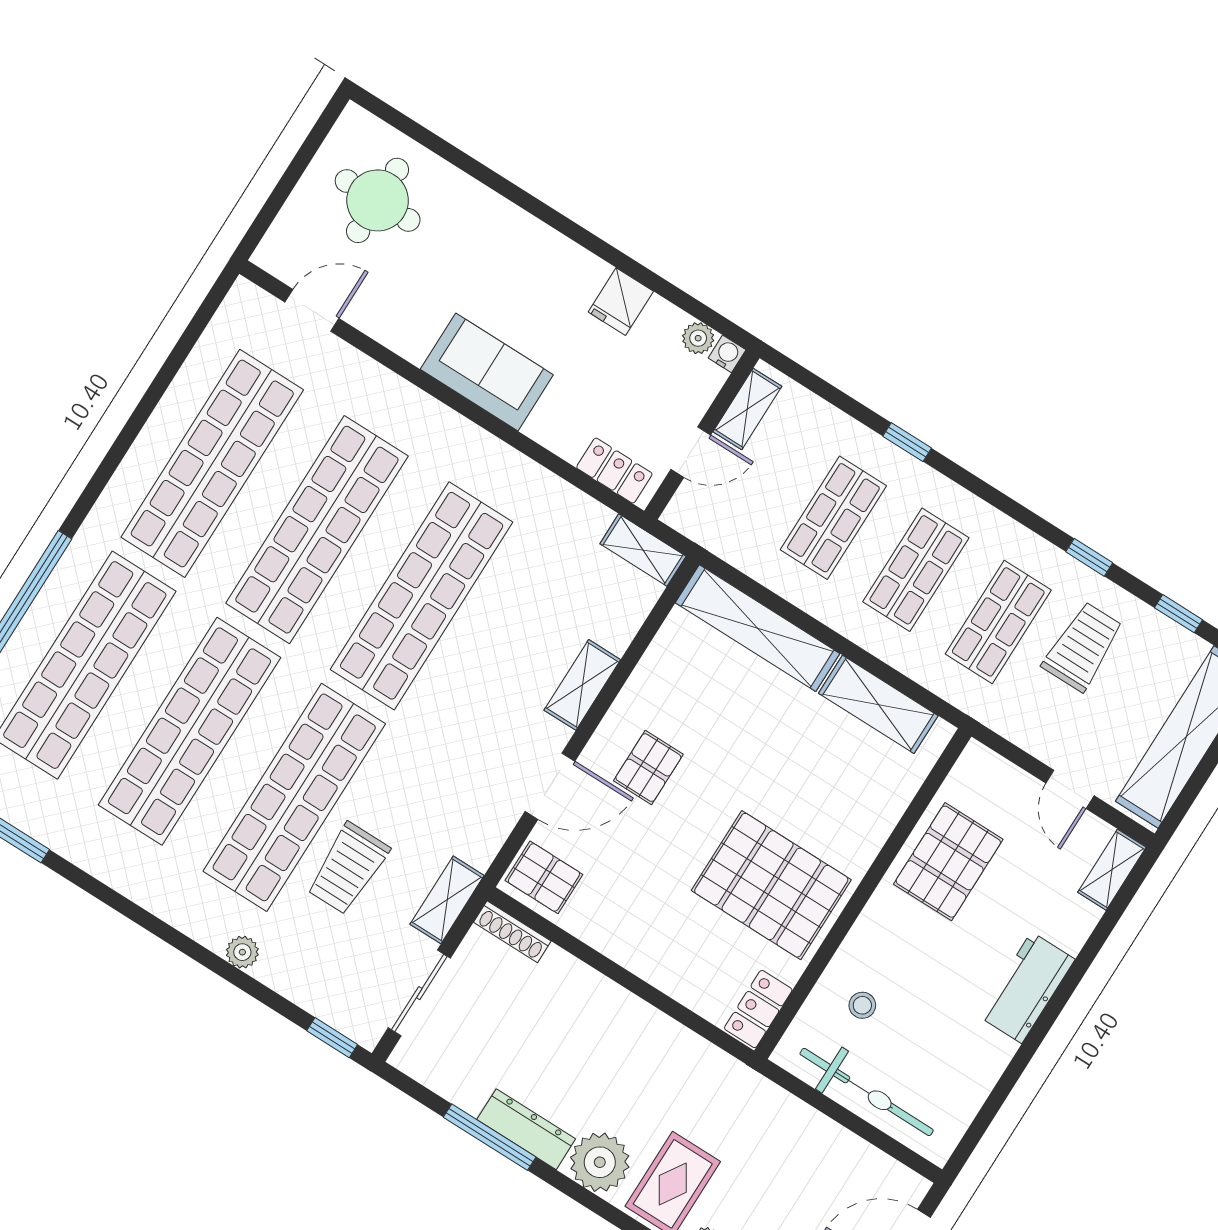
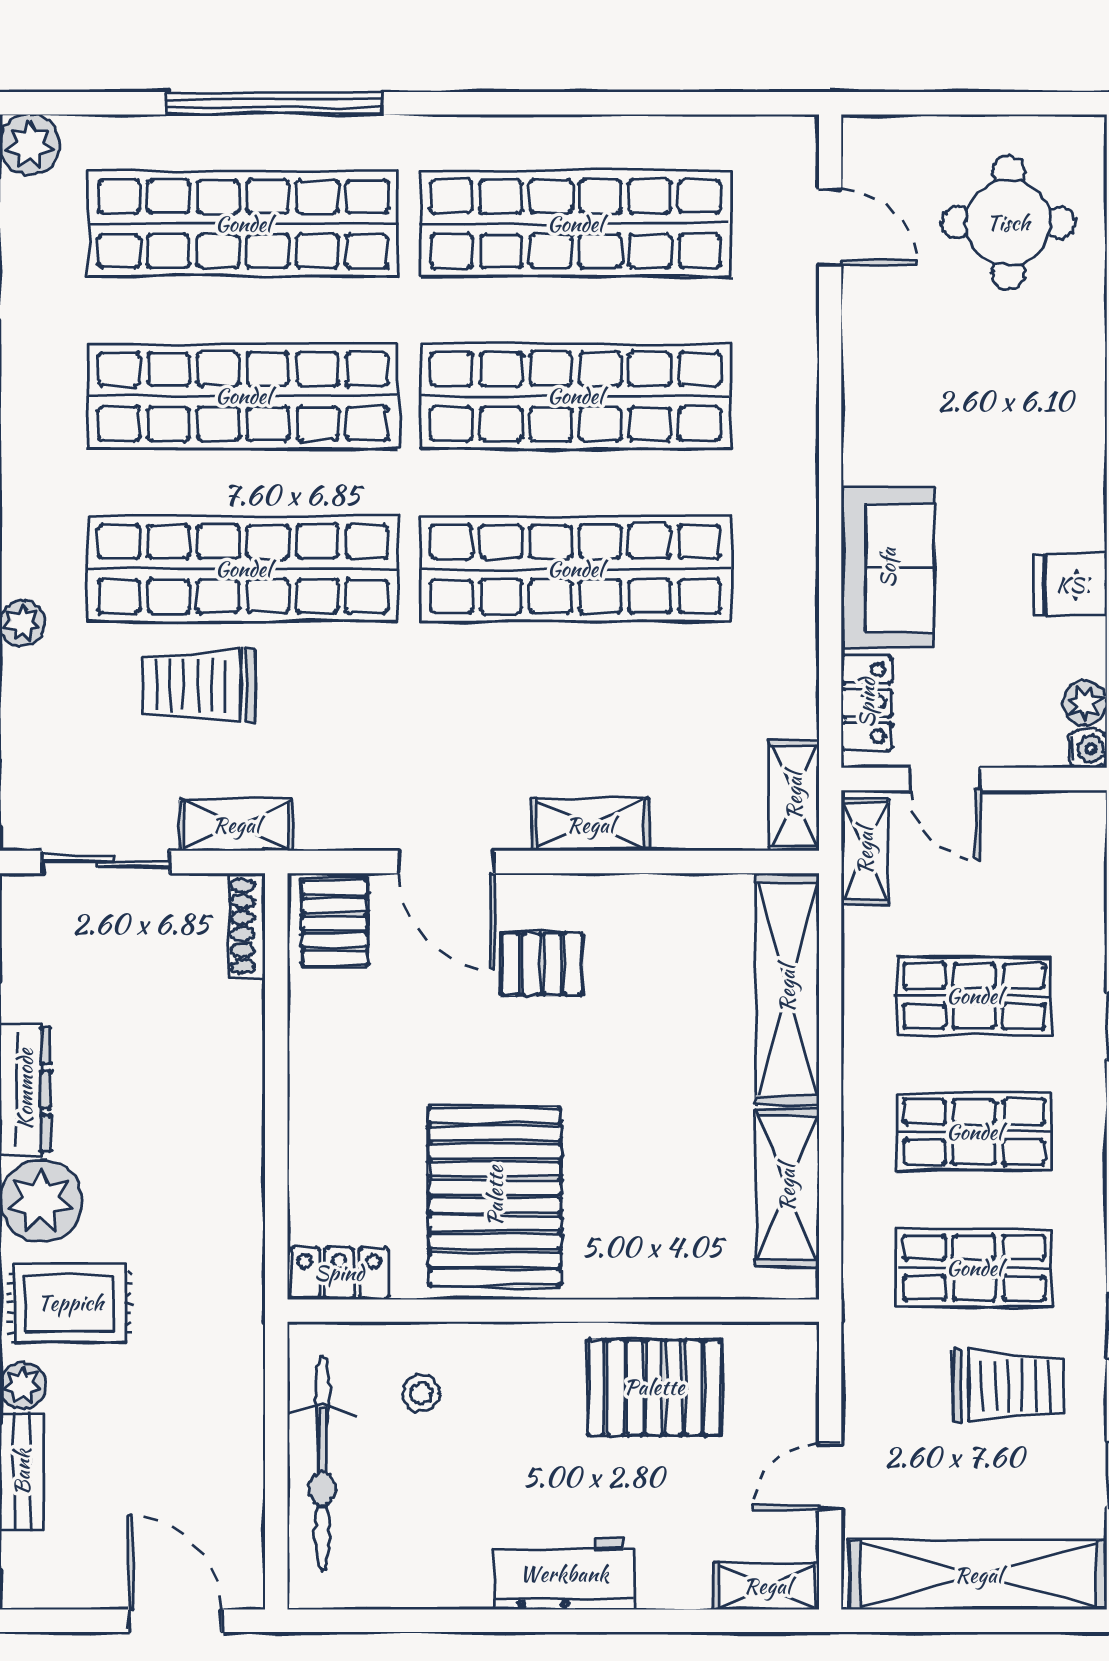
sofa: (487, 372) -> (888, 568), moved
shelving: (747, 409) -> (865, 851), moved, turned 90

